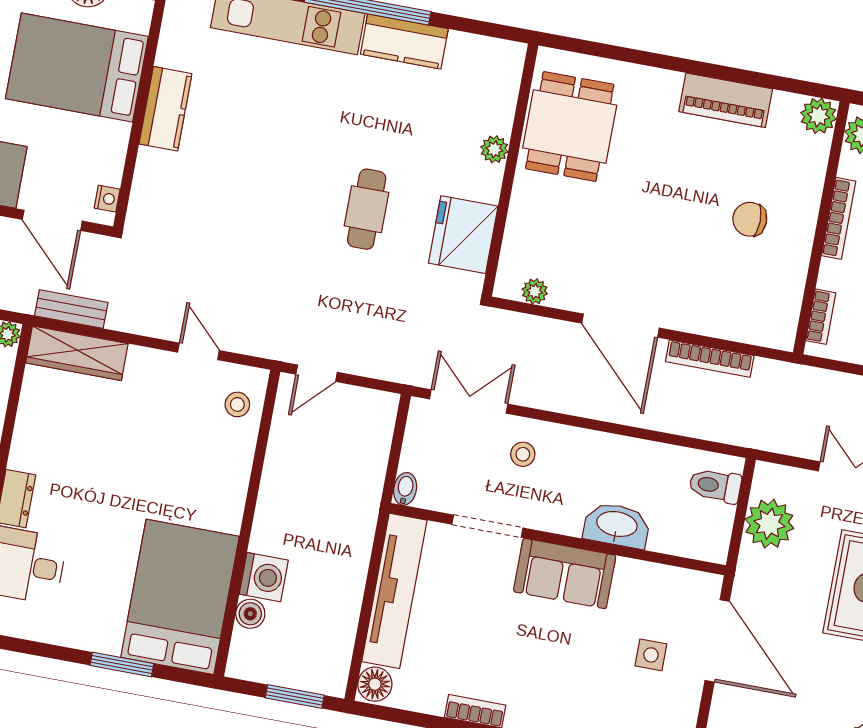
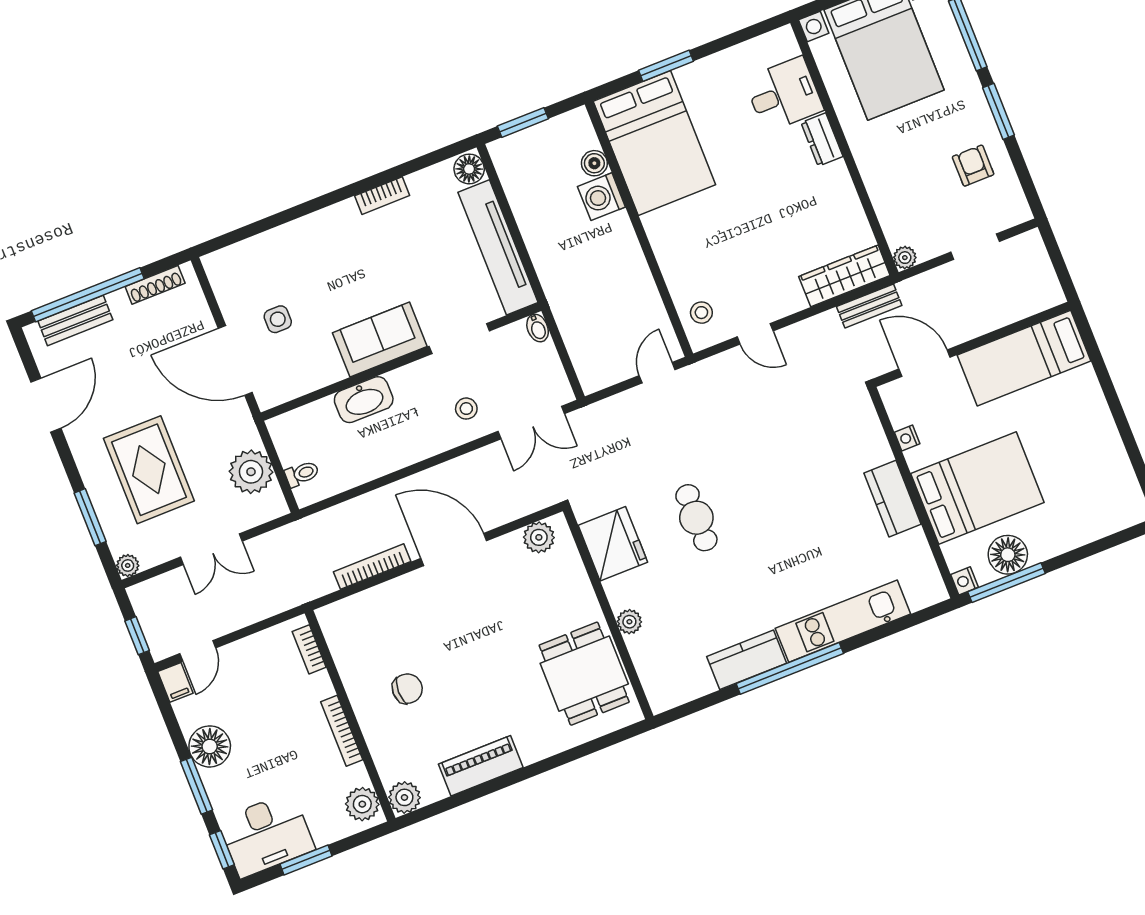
nightstand: (107, 199) -> (907, 438), moved
plant: (535, 291) -> (539, 537), width x1.38, depth x1.38
toilet: (715, 486) -> (302, 474), width x0.73, depth x0.72

